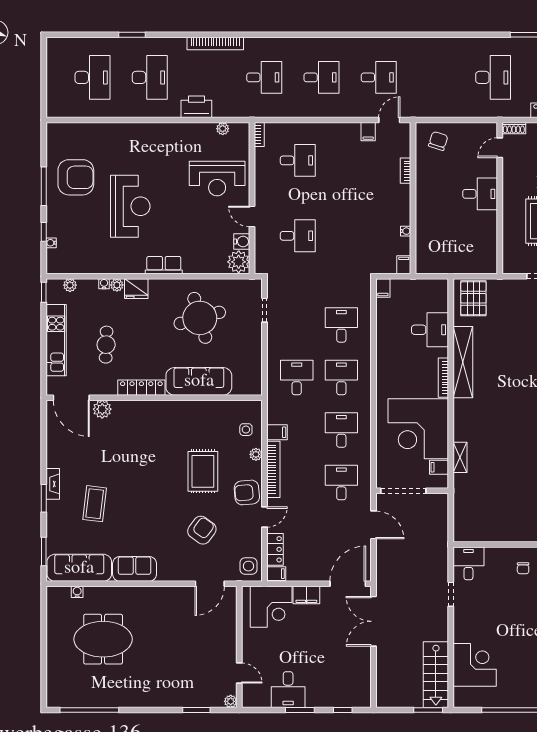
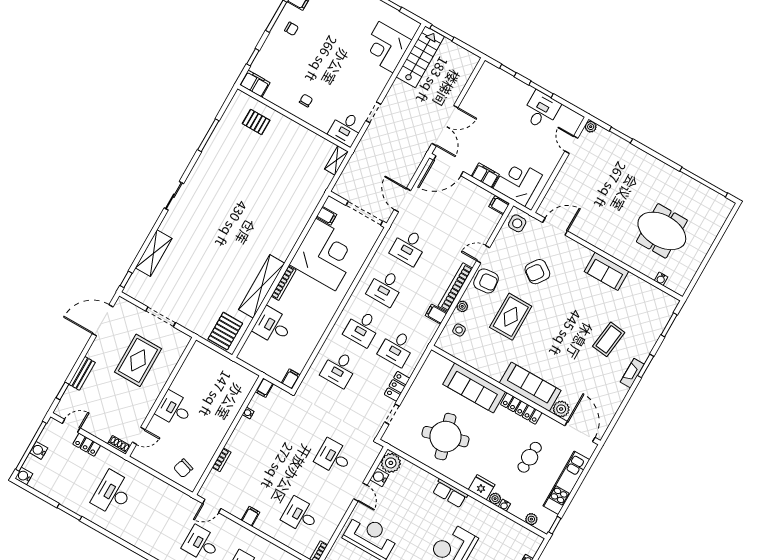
filing cabinet: (368, 132) -> (251, 516), moved
shelving: (460, 457) -> (336, 160), moved
locker: (275, 549) -> (397, 386), moved
sofa: (79, 568) -> (530, 387), moved, turned 180

